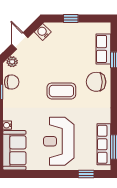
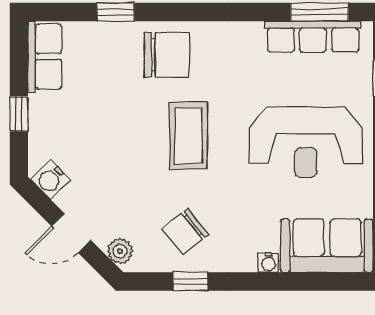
row of seats: (103, 49) -> (45, 57), moved, turned -90
chair: (12, 82) -> (185, 232), moved, turned -129
chair: (96, 82) -> (167, 55), turned -90

